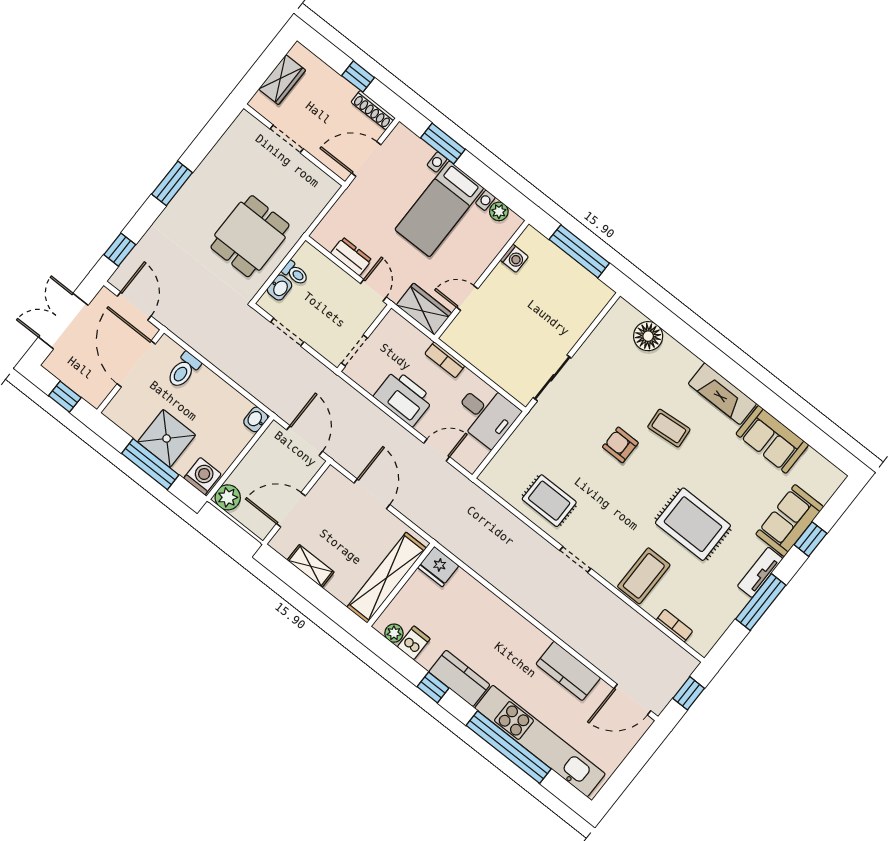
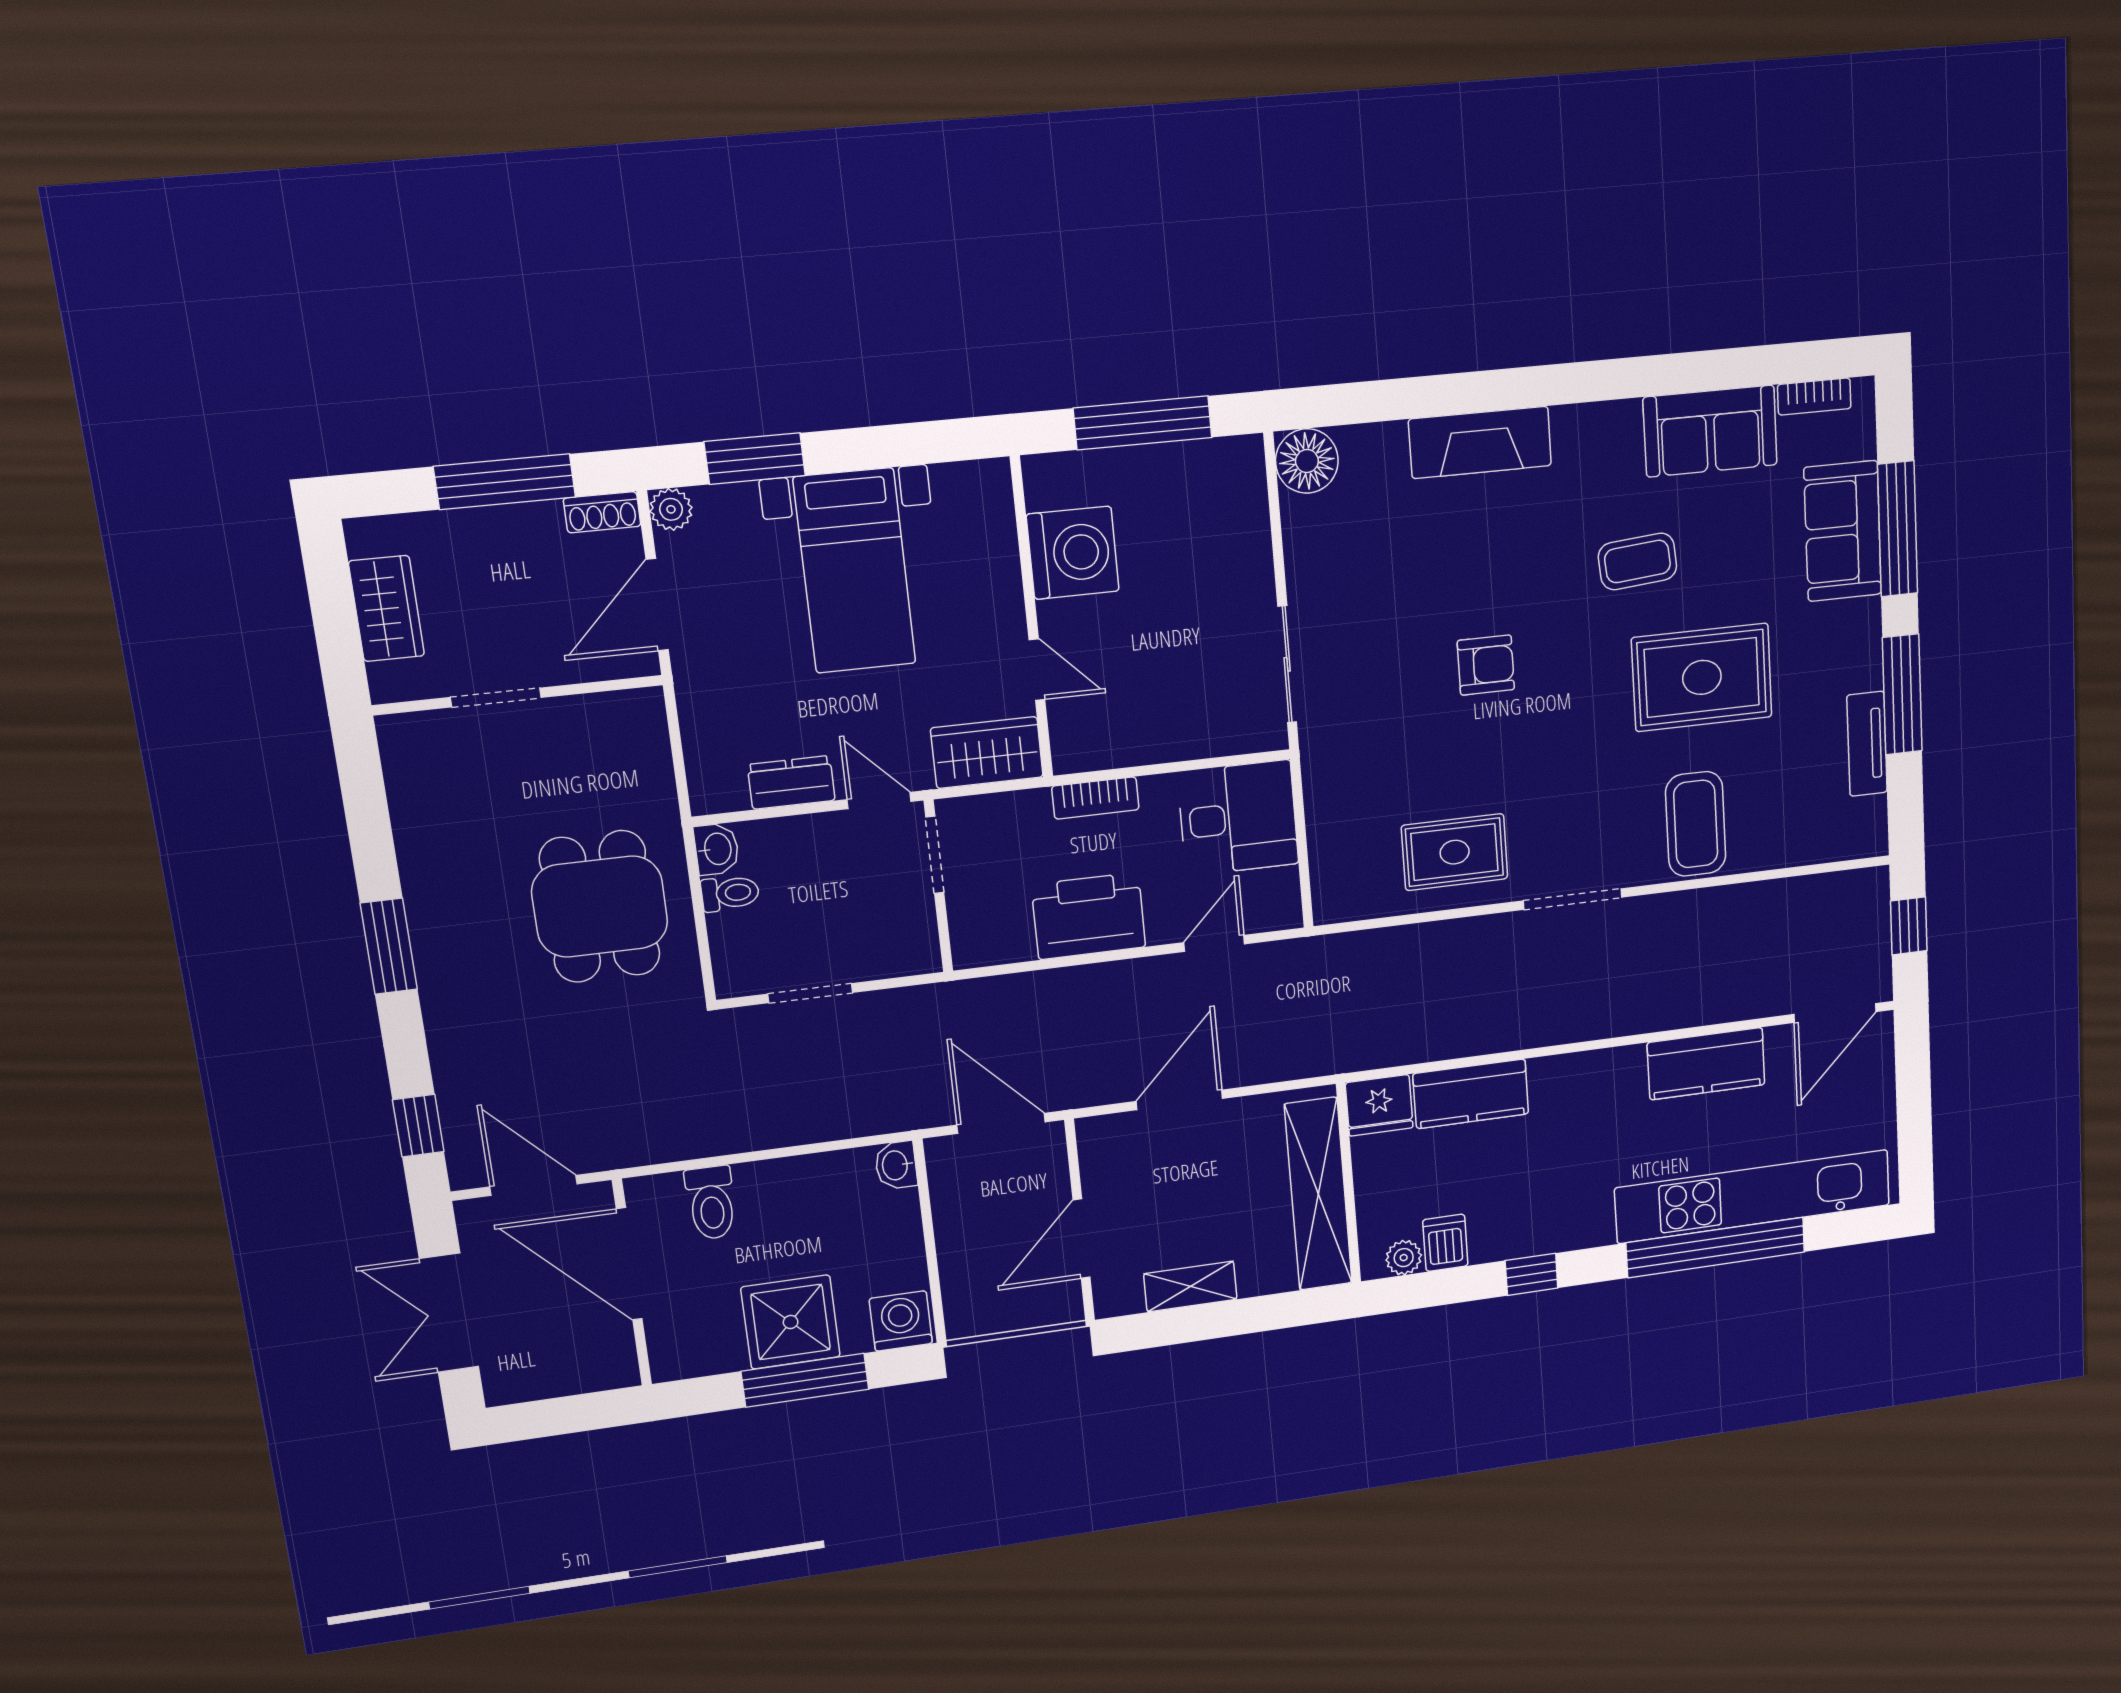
window: (358, 77) -> (505, 482), width x2.17
shoe rack: (373, 110) -> (602, 512), width x0.70
plant: (499, 211) -> (671, 509), moved
washing machine: (514, 258) -> (1073, 553), width x1.89, depth x1.89
washbasin: (279, 288) -> (717, 849), moved
door: (467, 298) -> (1037, 670), swing flipped
floor lamp: (648, 336) -> (1307, 461), moved
doorway: (354, 351) -> (935, 855), moved
fireplace: (722, 394) -> (1480, 442), moved
window: (65, 397) -> (573, 1414), removed
coffee table: (669, 428) -> (1638, 561), moved
armchair: (620, 445) -> (1486, 665), turned 180
door: (372, 494) -> (1179, 1100), hinge flipped
plant: (228, 497) -> (970, 1313), removed
window: (810, 539) -> (1898, 529), width x2.17
doorway: (575, 559) -> (1572, 899), width x1.38
tv unit: (760, 572) -> (1867, 744), moved
bookcase: (674, 626) -> (1814, 397), moved, turned 180
kitchen counter: (459, 678) -> (1471, 1094), moved, turned 180

